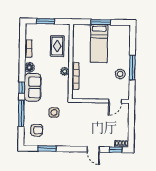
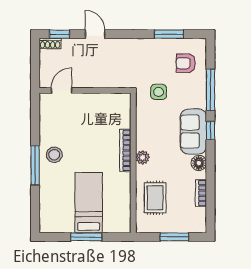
wall: (100, 101) -> (85, 90), moved
door: (115, 101) -> (62, 90), moved

